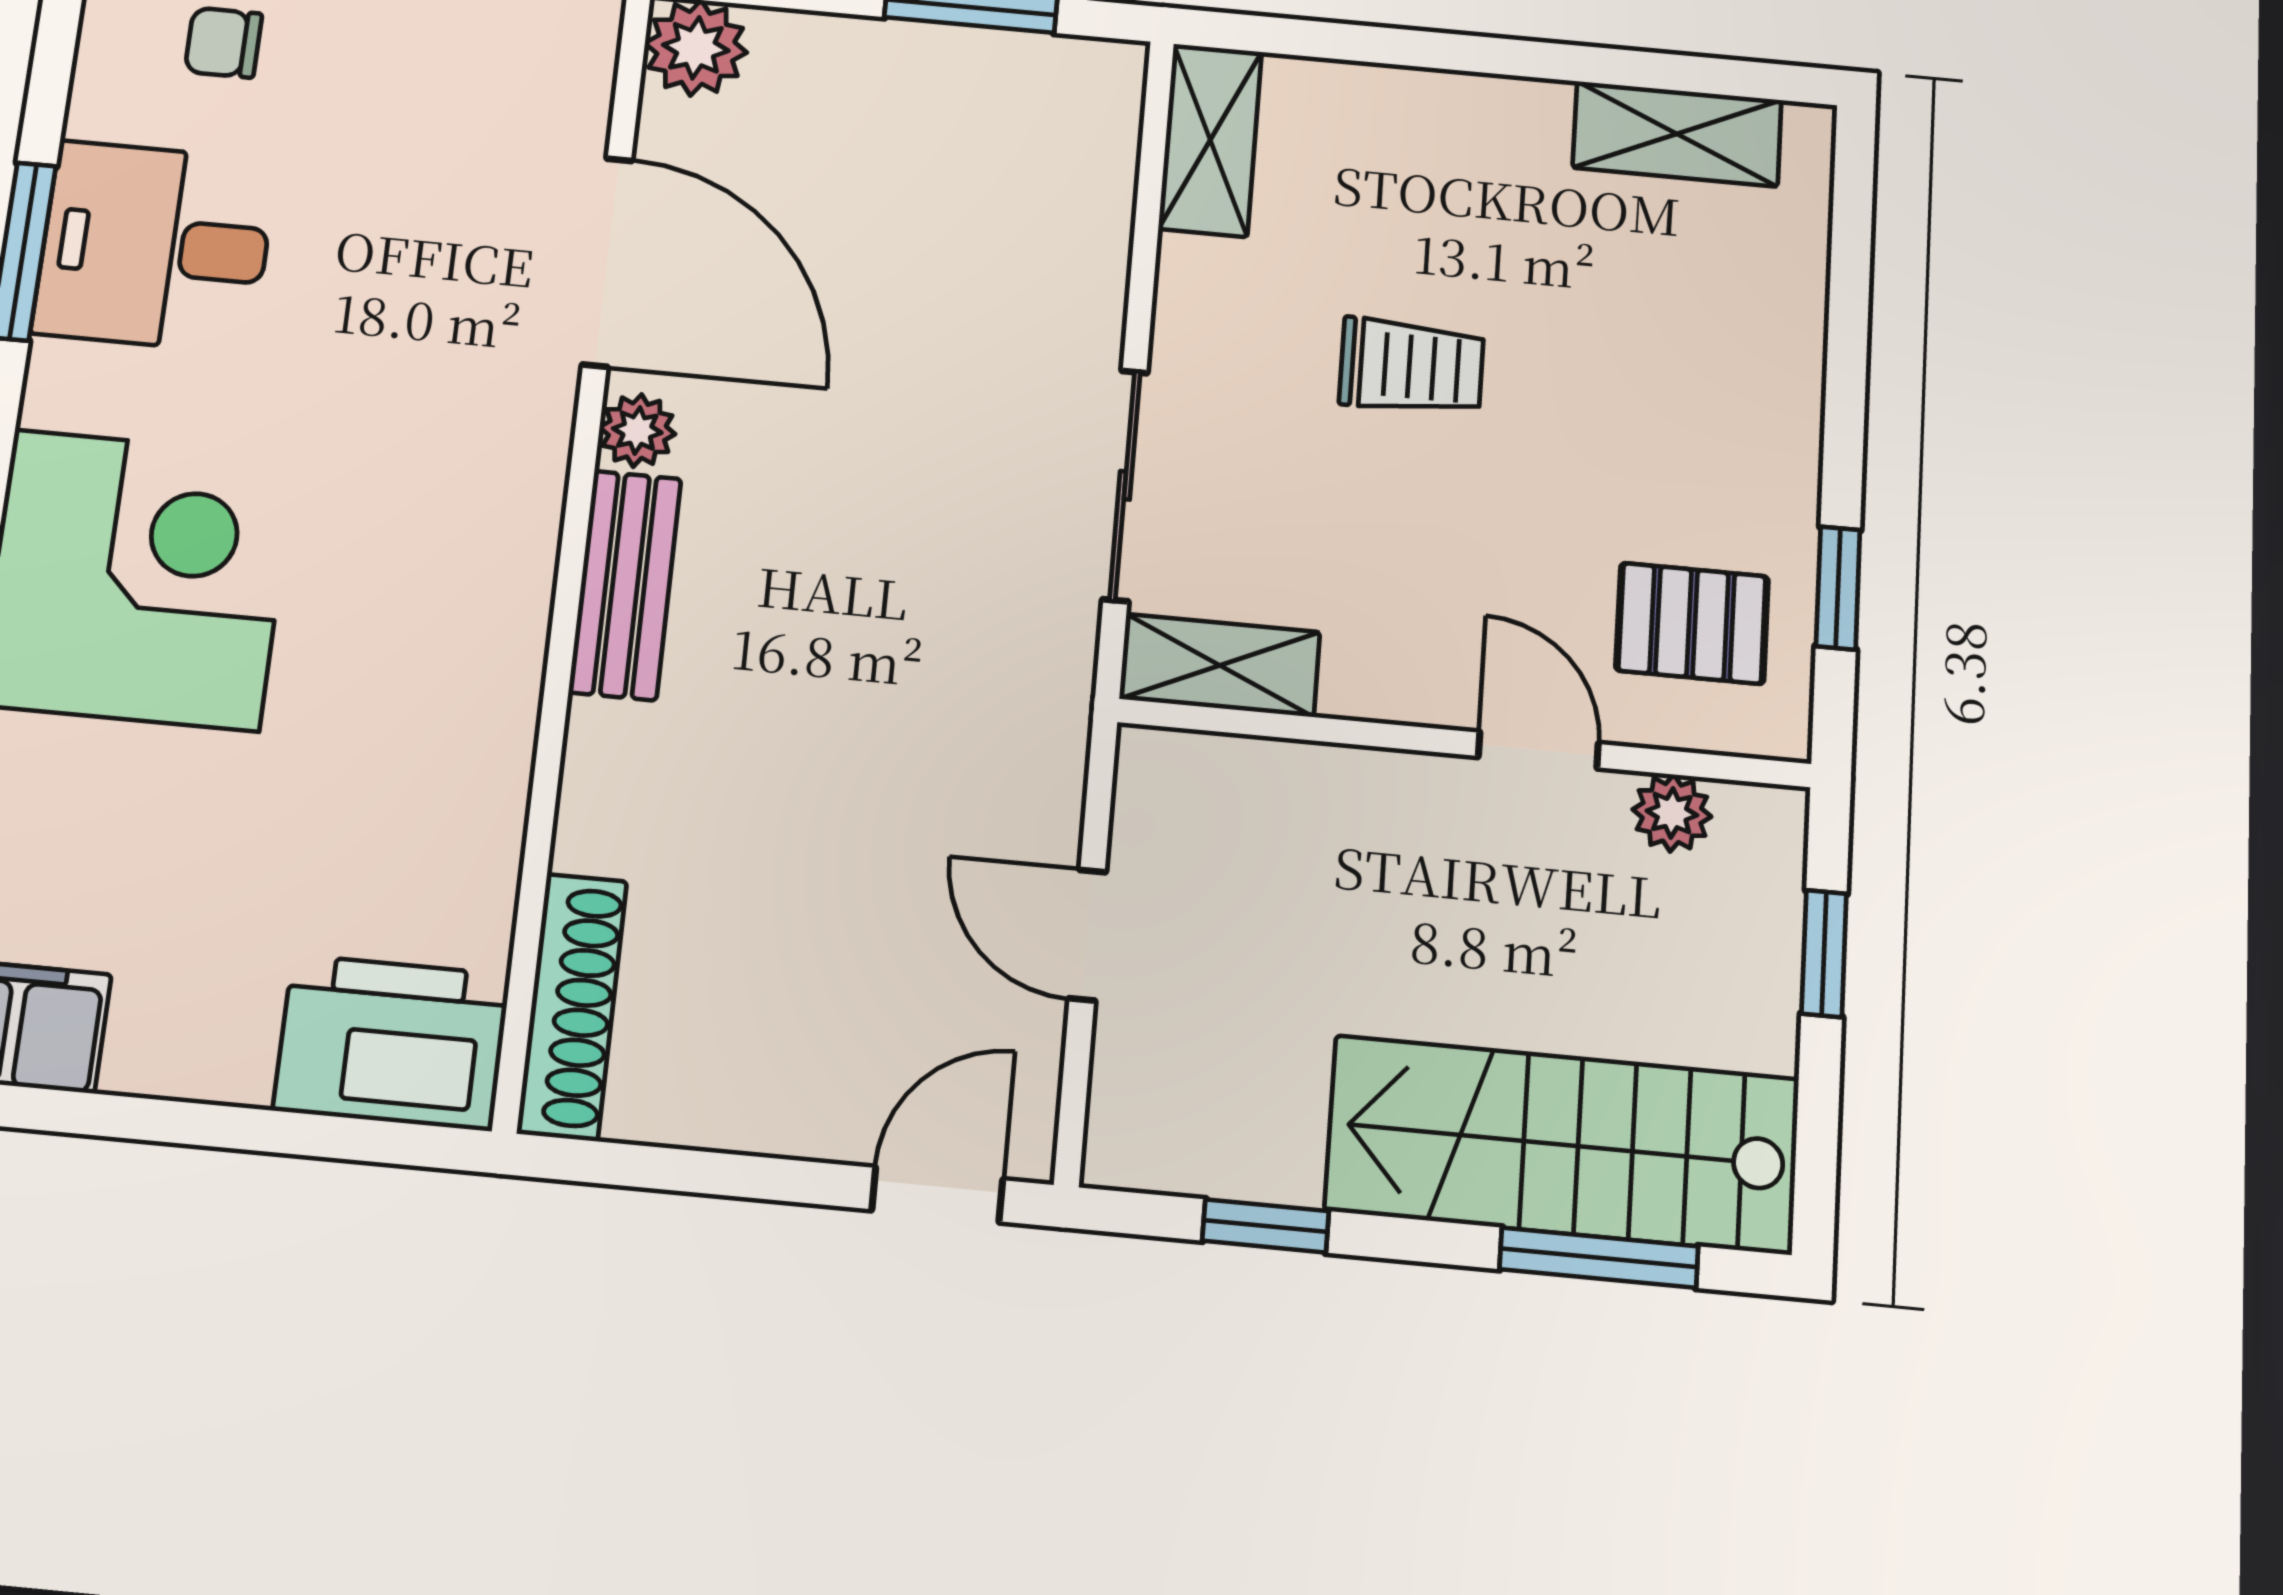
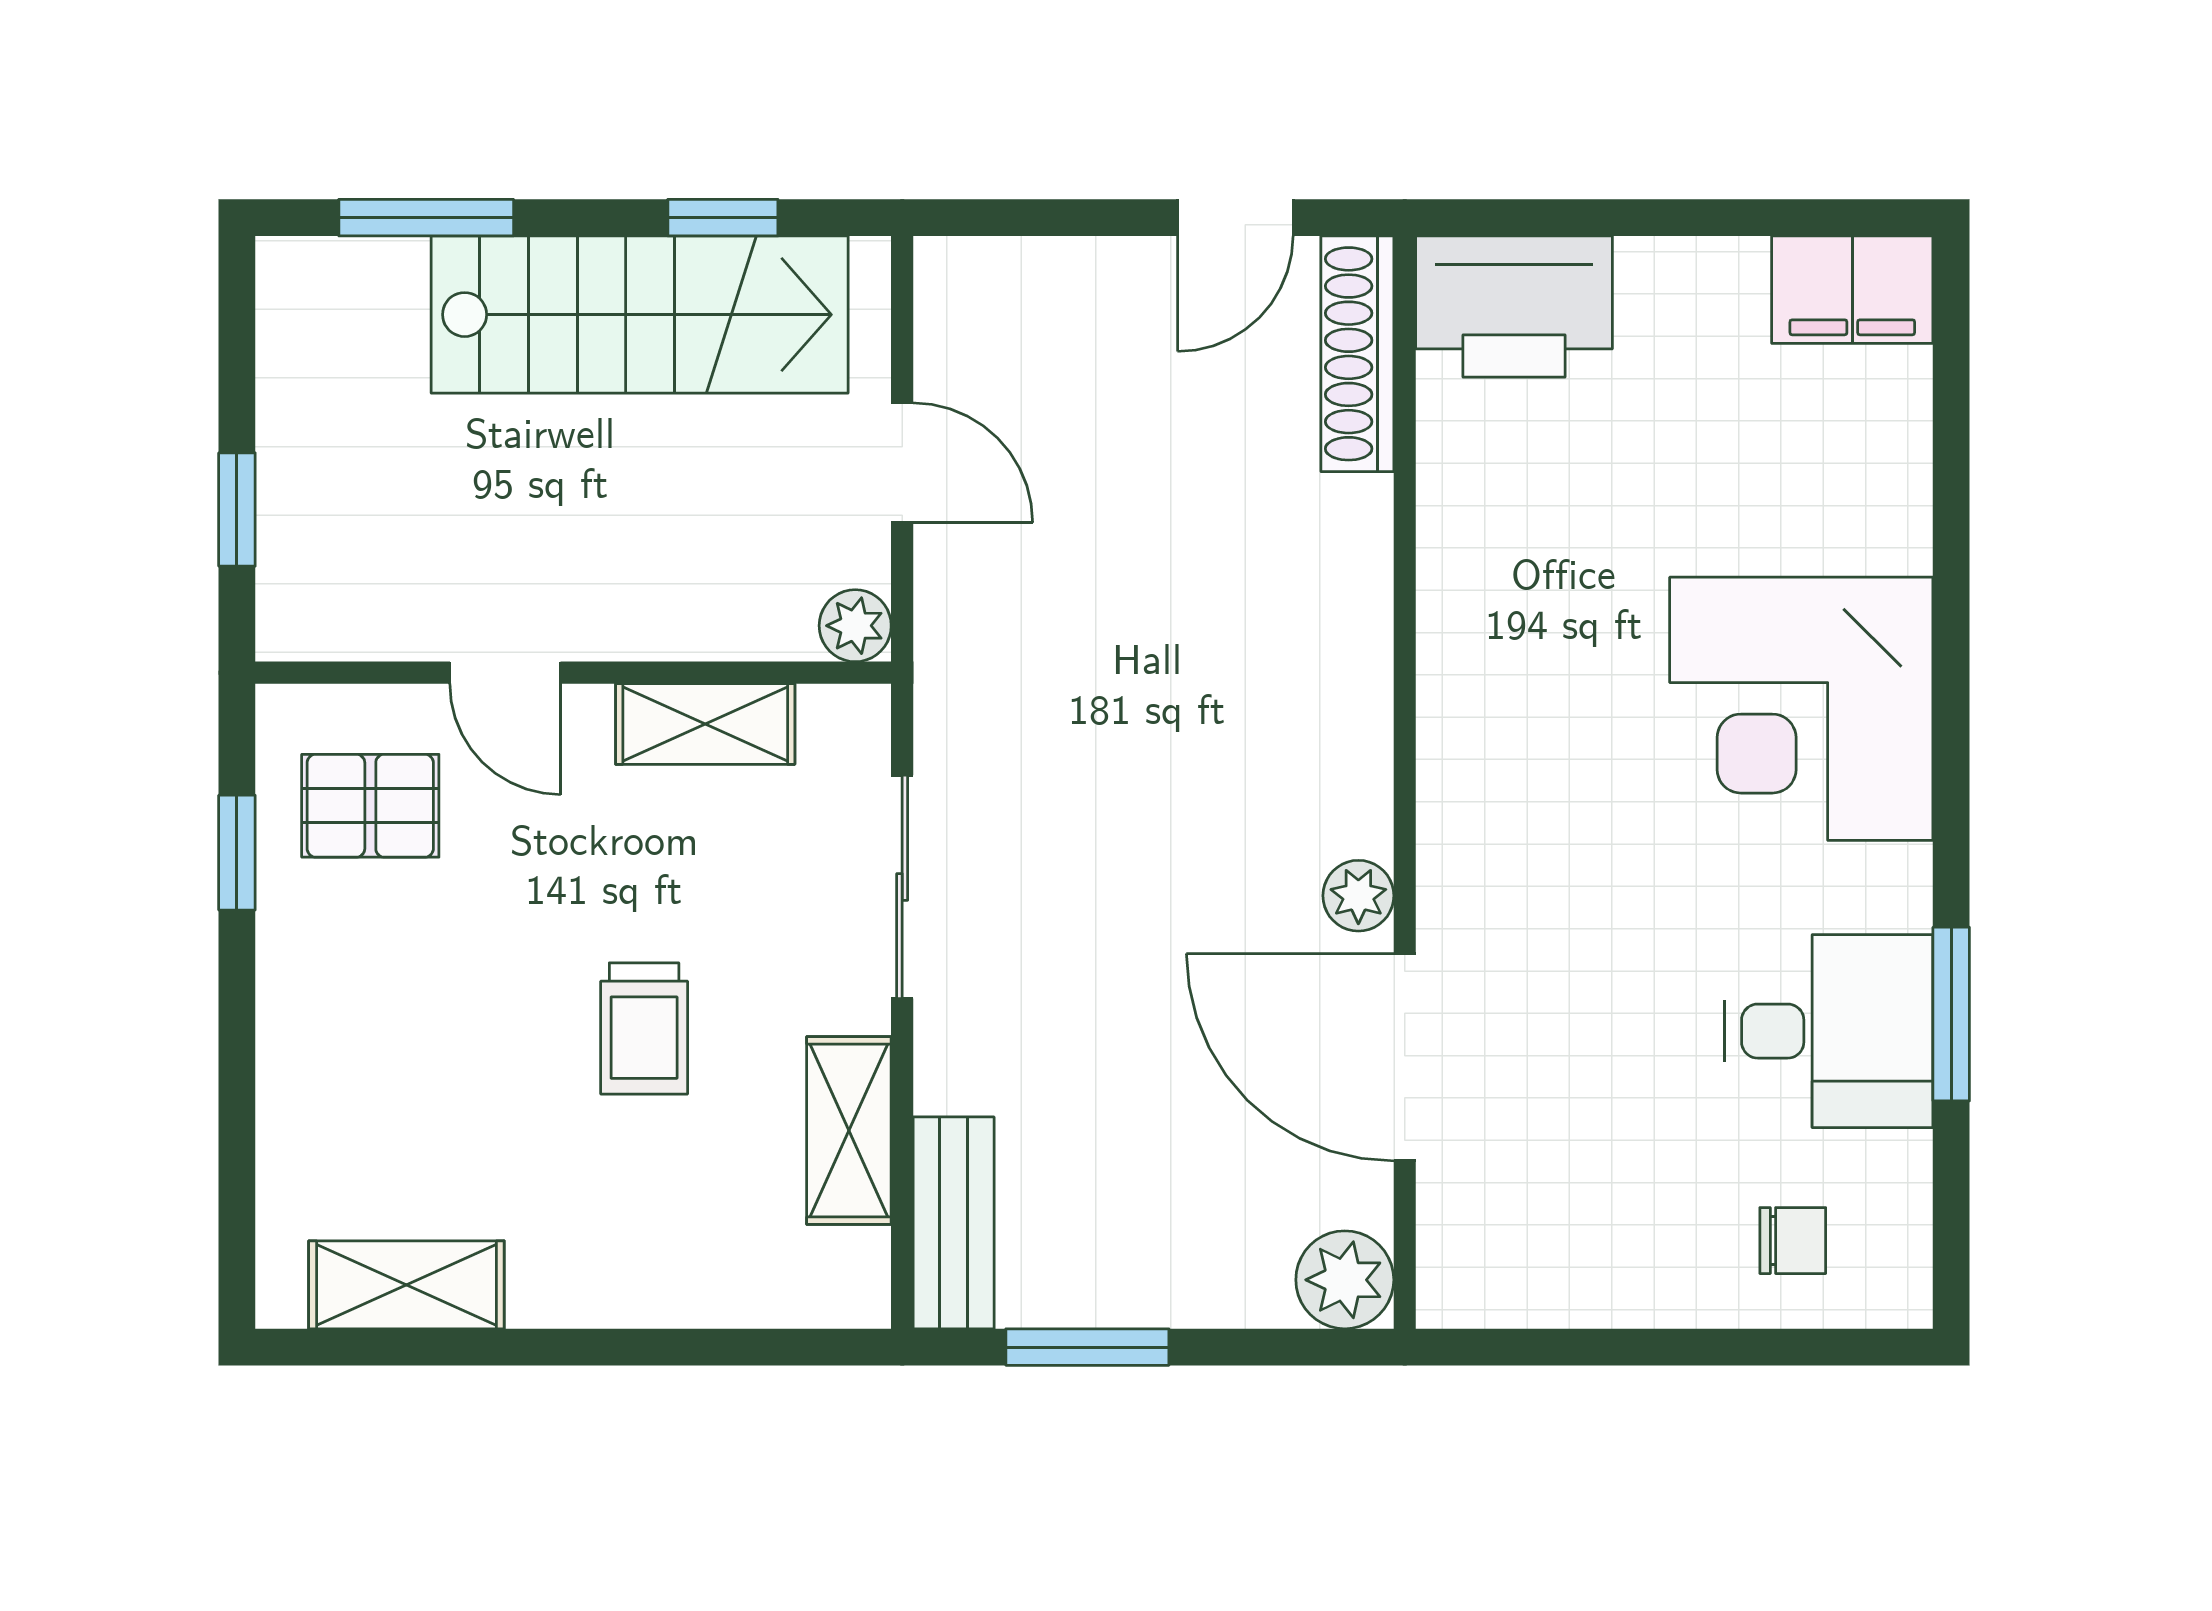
shelving: (1210, 140) -> (849, 1130), moved
trolley: (1411, 366) -> (644, 1028), turned -90
bench: (625, 585) -> (954, 1223), moved
shelving: (1220, 665) -> (705, 724), moved
plant: (1672, 813) -> (855, 626), moved
stairs: (1563, 1145) -> (640, 315), moved
door: (937, 1195) -> (1235, 218), moved

